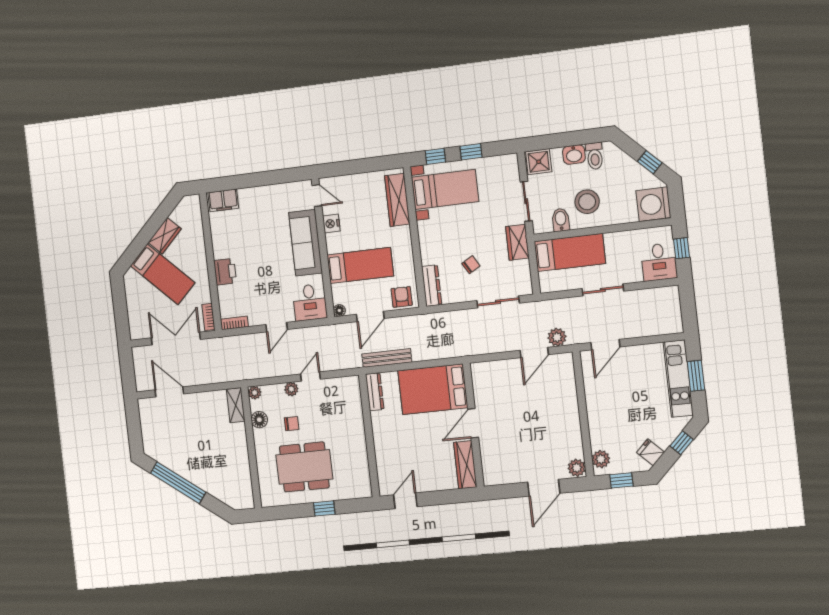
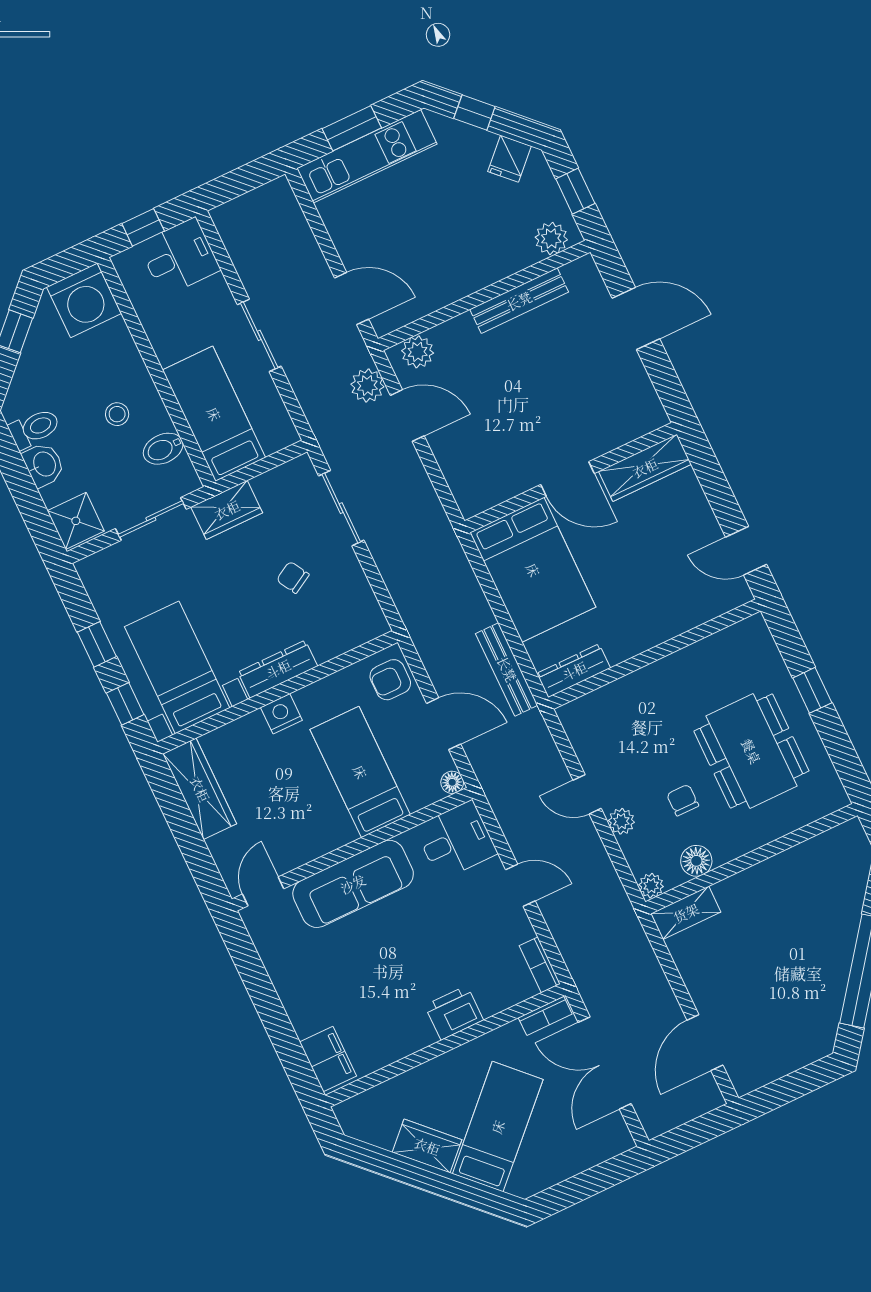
wardrobe: (397, 200) -> (200, 789), moved, turned -90
stool: (587, 202) -> (117, 414), width x0.53, depth x0.53
nightstand: (331, 224) -> (281, 714), moved, turned 180
dresser: (432, 286) -> (278, 669), moved
bench: (574, 431) -> (519, 301), added
plant: (577, 468) -> (418, 352), moved

